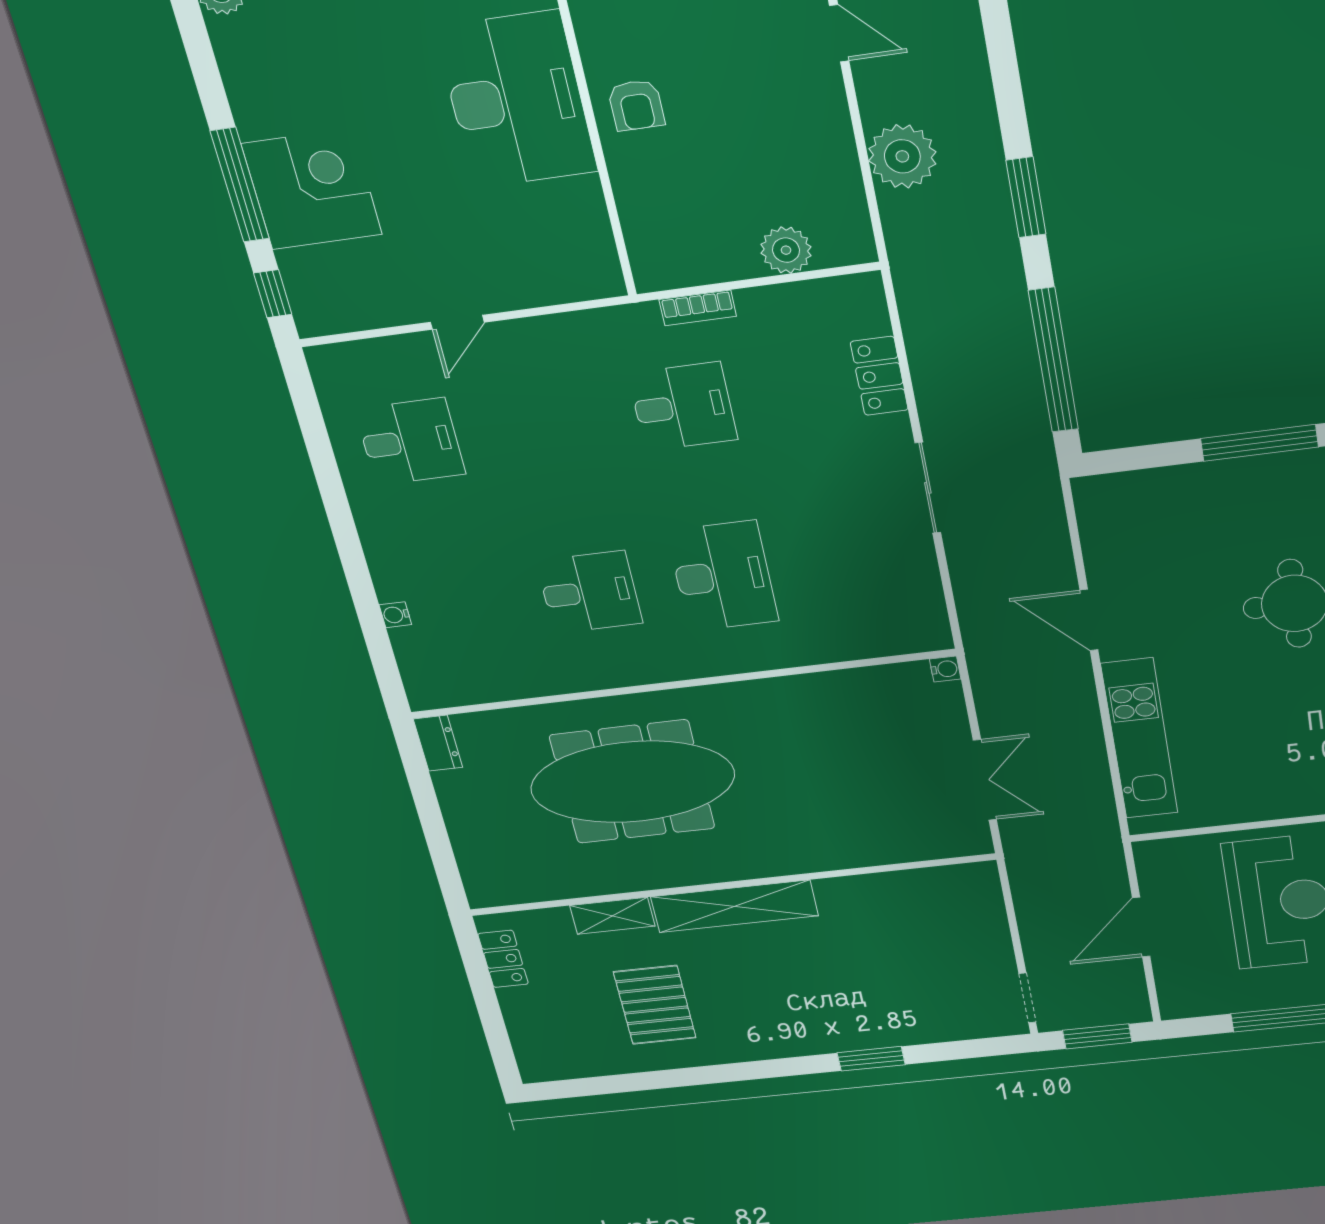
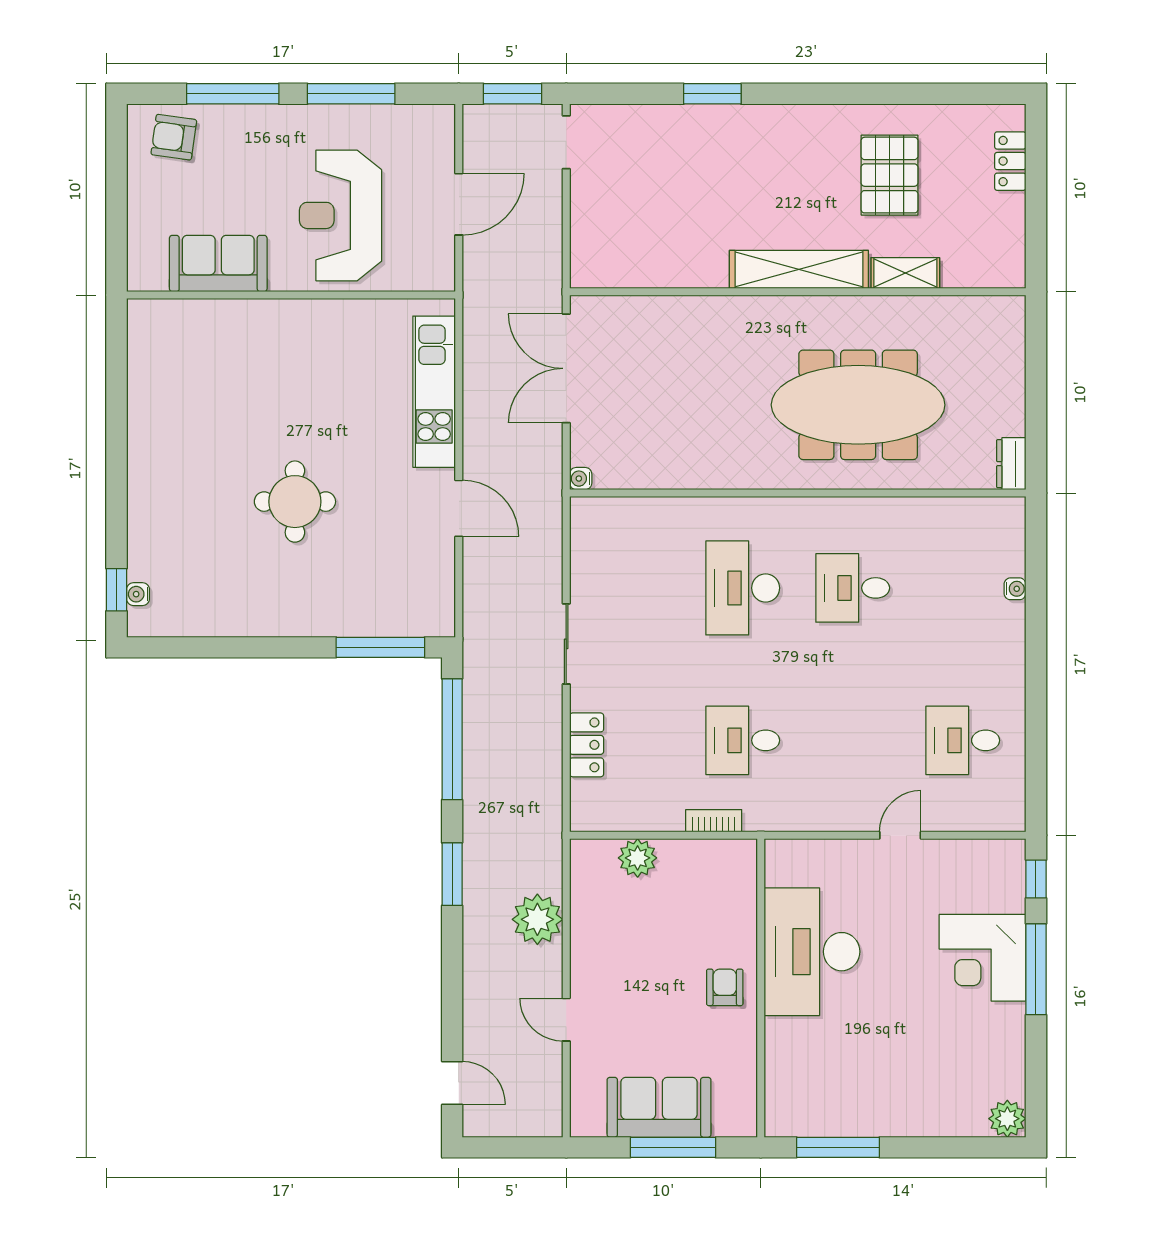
desk: (516, 100) -> (812, 952), moved
window: (1259, 443) -> (380, 647), moved
double door: (985, 780) -> (566, 368), width x1.37
locker: (503, 959) -> (1010, 161), moved

